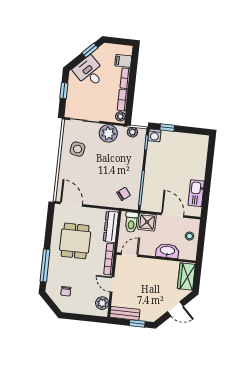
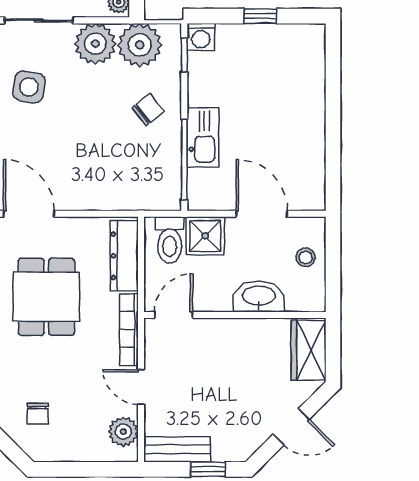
window: (167, 128) -> (260, 16), moved
plant: (132, 132) -> (140, 45), width x1.87, depth x1.87
kitchen sink: (196, 193) -> (203, 137), moved, turned 180
chair: (124, 194) -> (148, 110), moved

